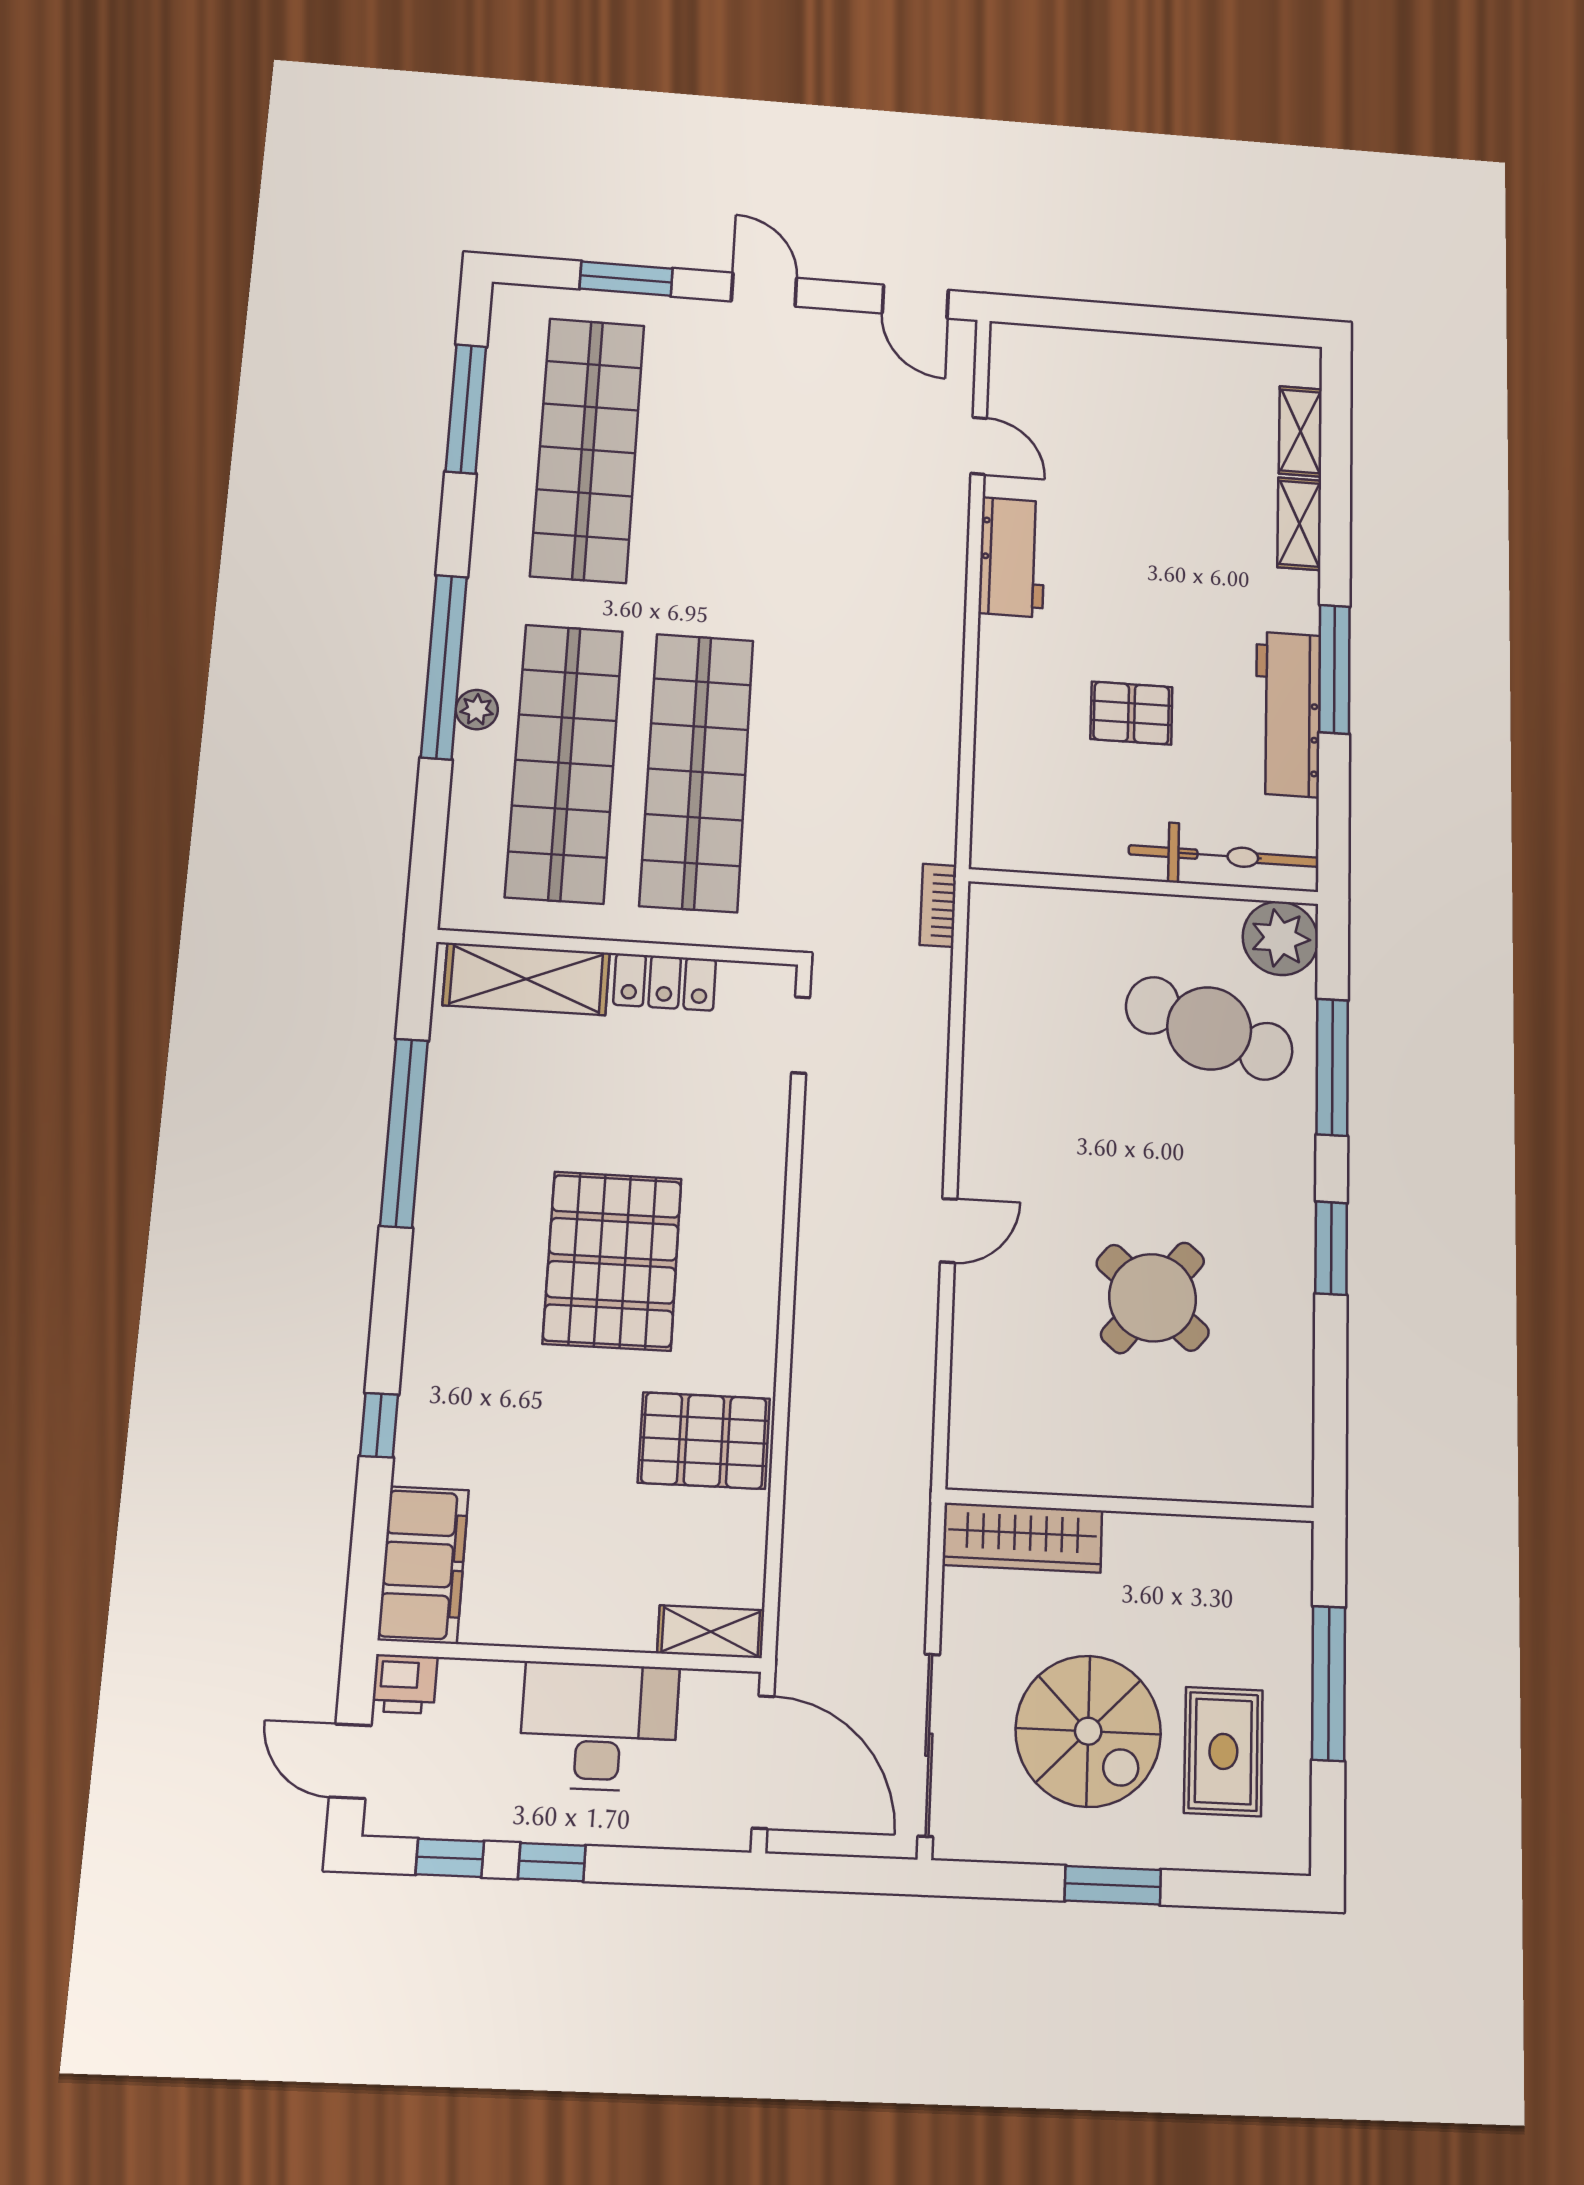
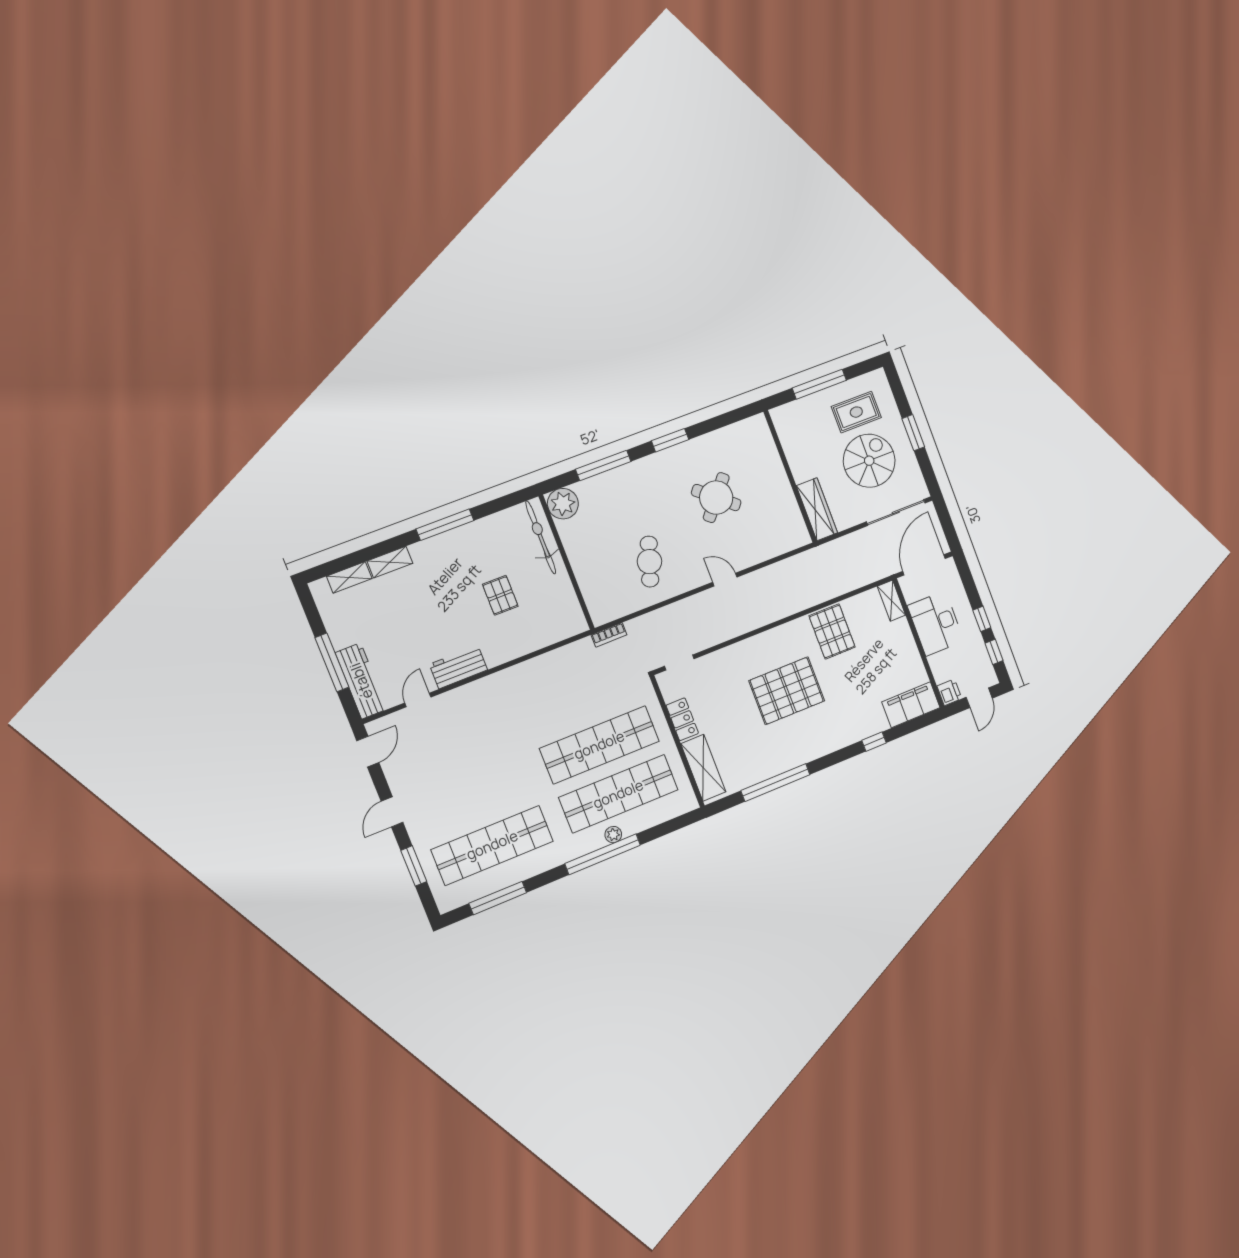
window: (1136, 319) -> (332, 662), added
workbench: (1288, 714) -> (361, 681), moved, turned -90
cafe table: (1209, 1028) -> (649, 562), moved, width x0.73, depth x0.74

